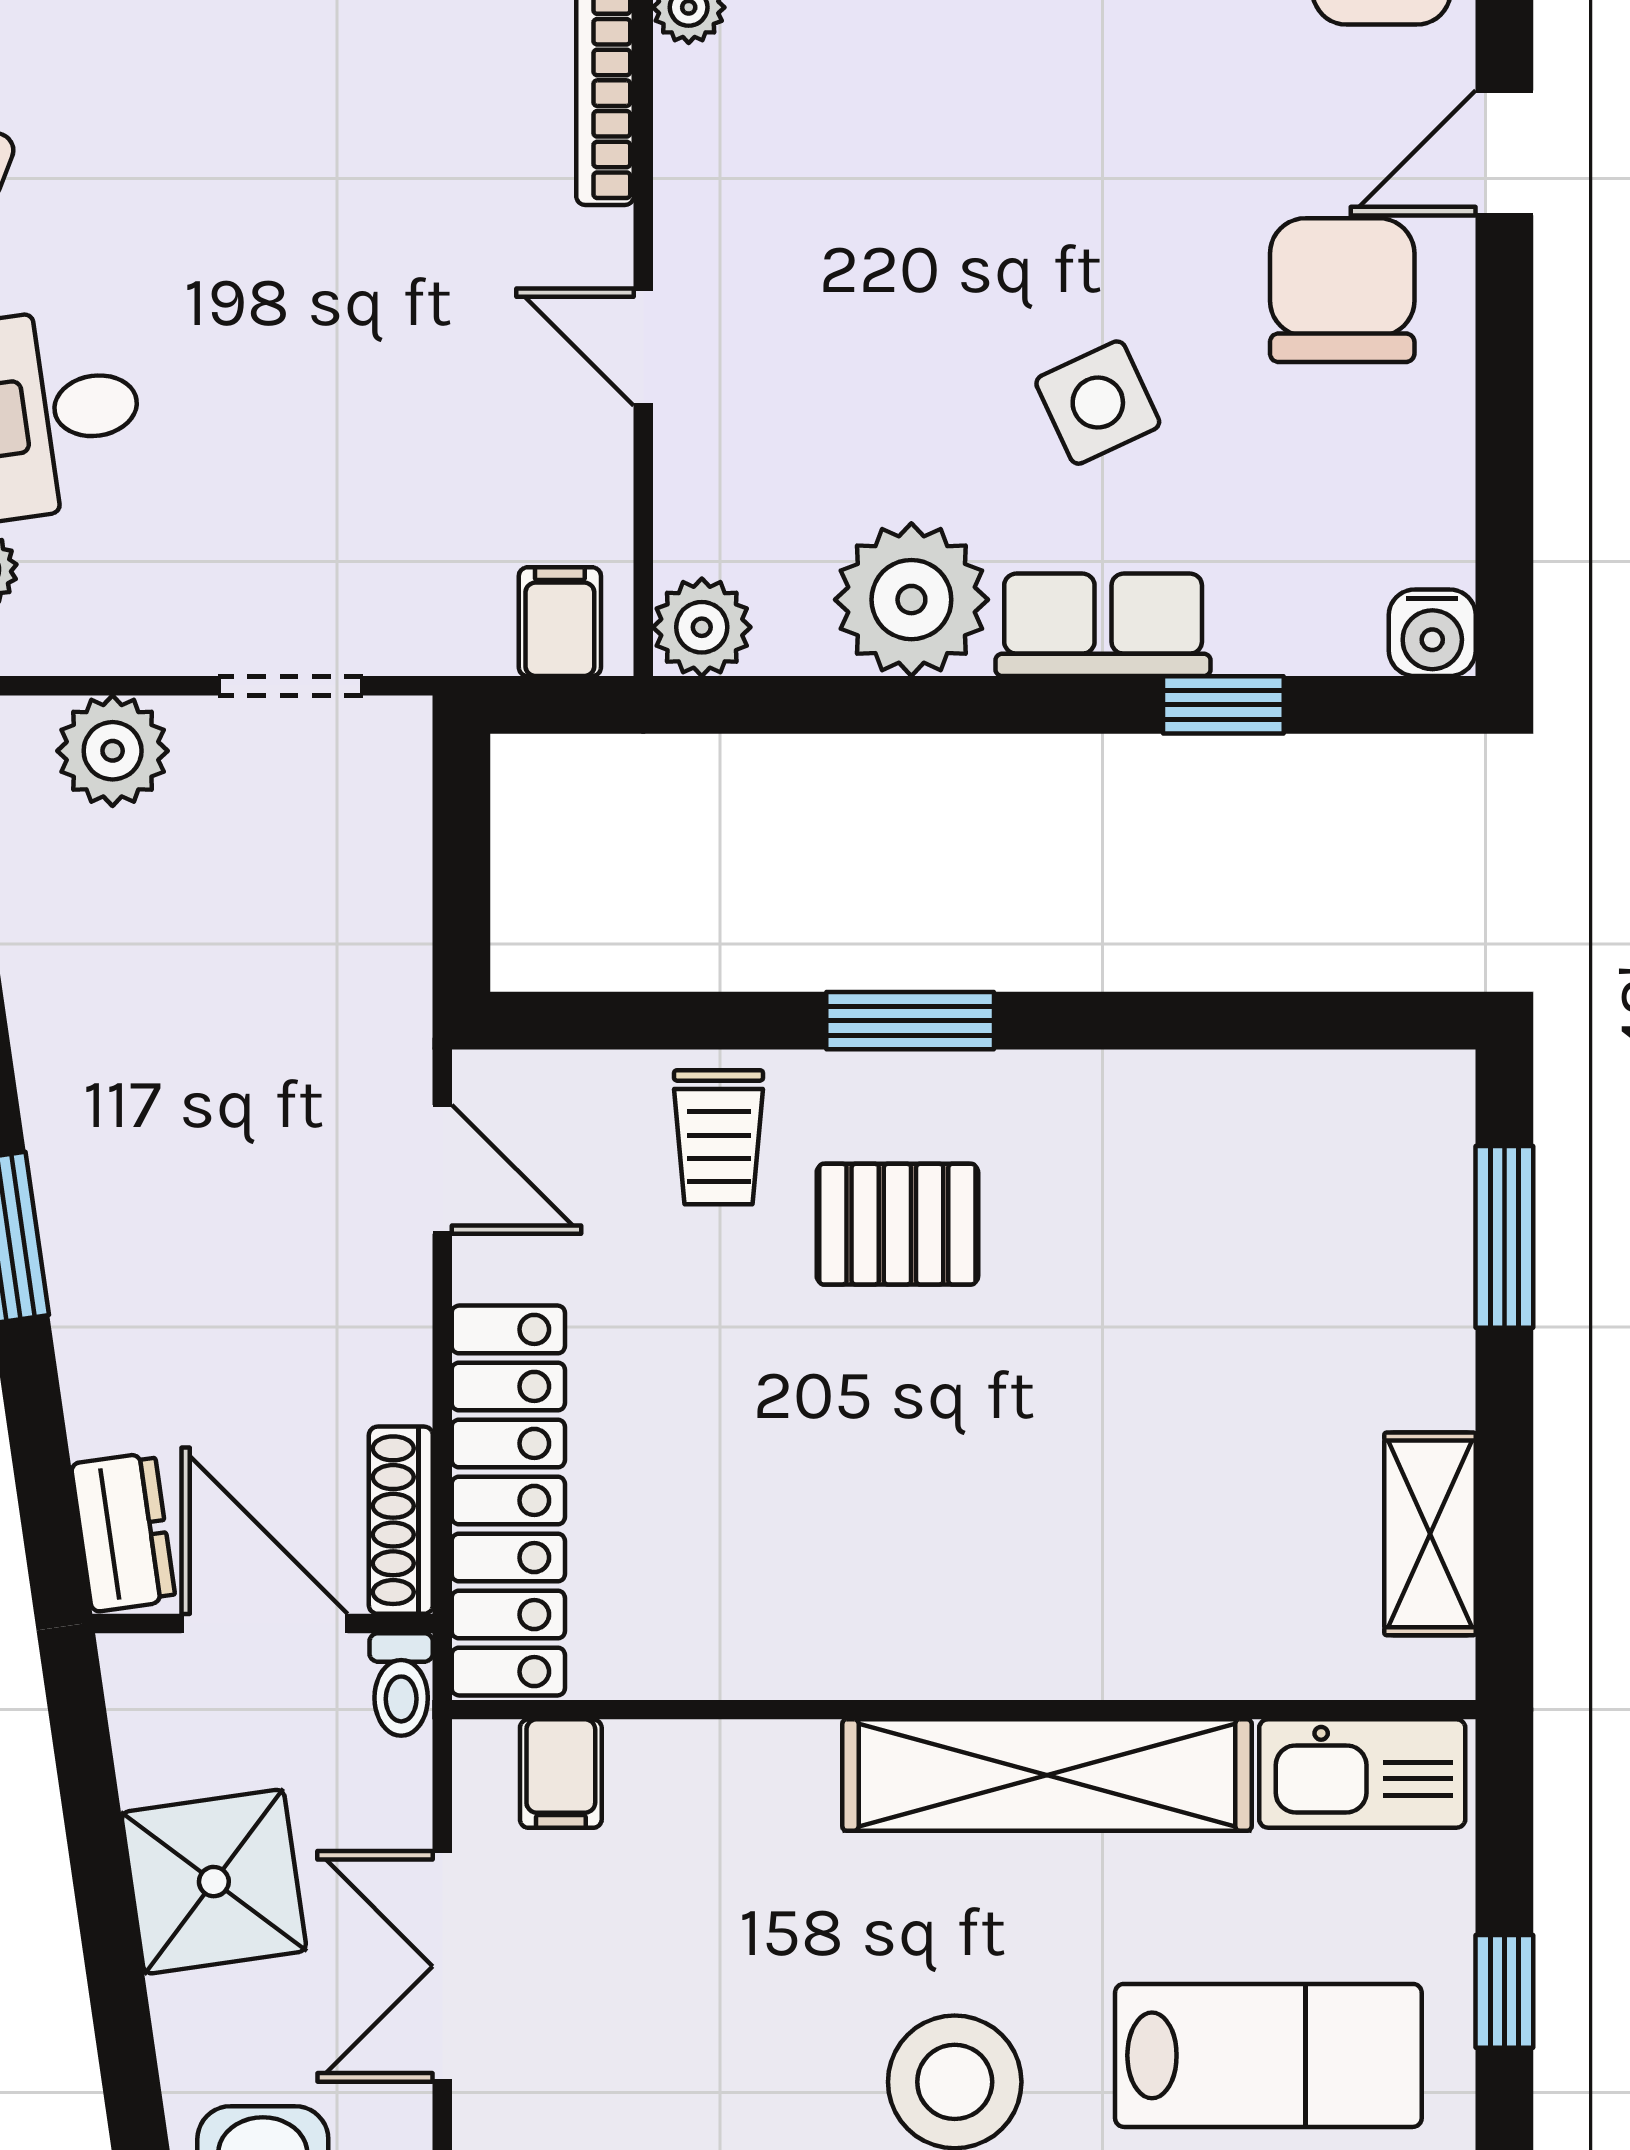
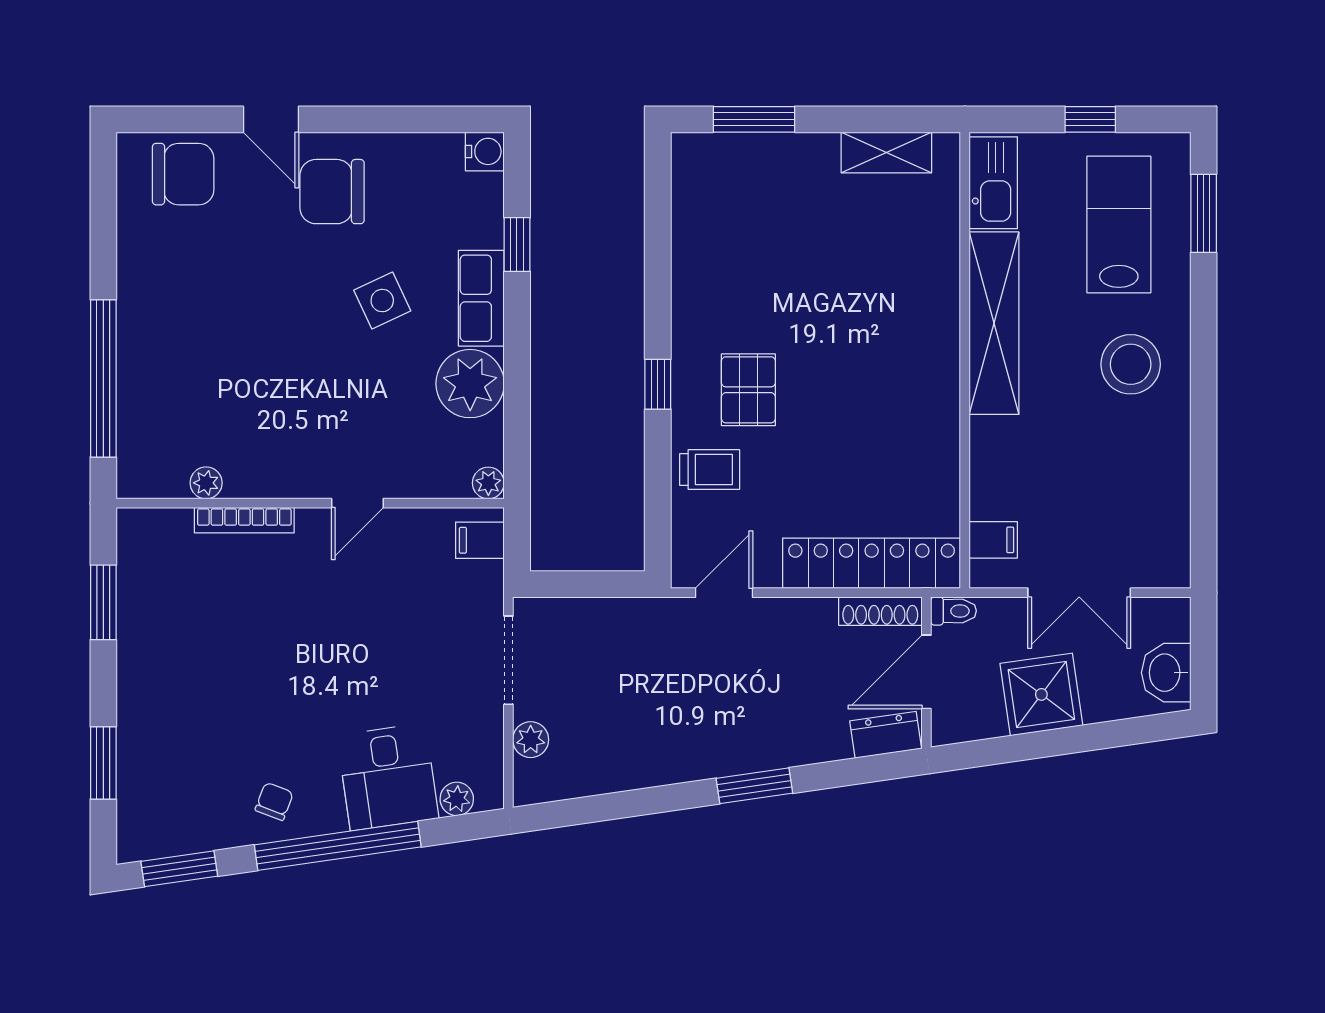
plant: (702, 627) -> (488, 483), width x0.73, depth x0.73
doorway: (291, 686) -> (508, 660), width x1.38
plant: (113, 751) -> (531, 740), width x0.73, depth x0.73
window: (910, 1021) -> (658, 384), width x0.67

